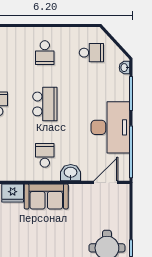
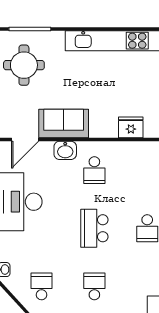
school desk: (91, 53) -> (42, 286), turned 90
sofa: (46, 196) -> (64, 124), moved

